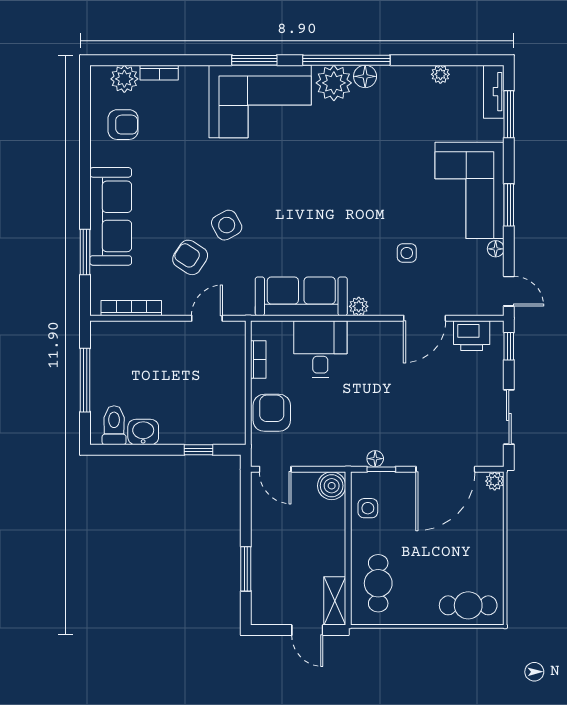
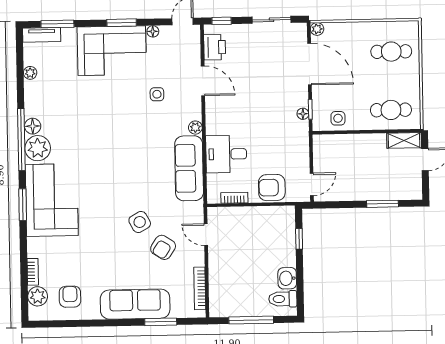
boiler: (332, 486) -> (323, 144), removed
cafe table: (468, 605) -> (391, 52), moved, turned 90

